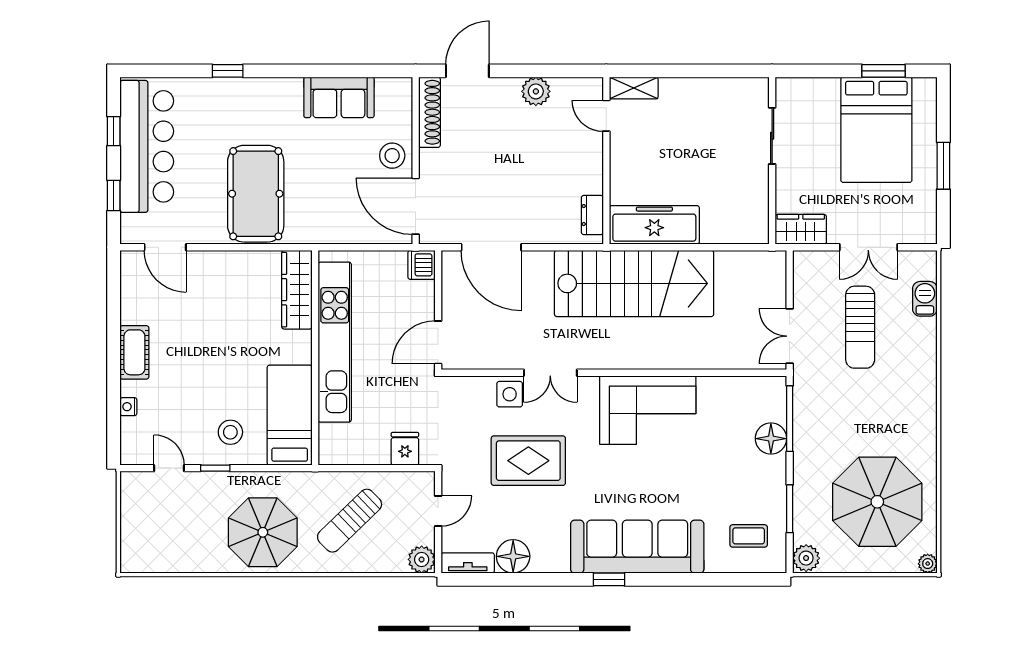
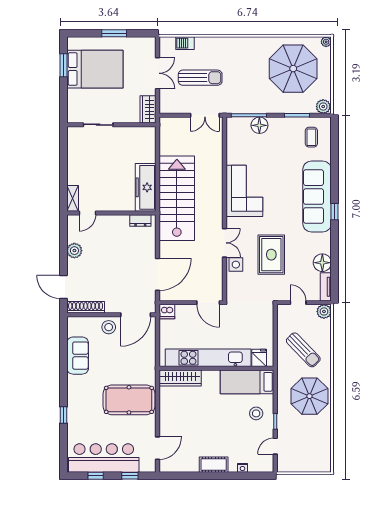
fridge: (405, 449) -> (259, 358), moved, turned 90

